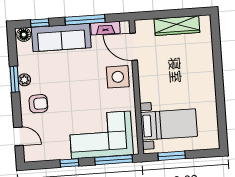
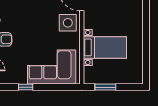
bed with nightstands: (169, 124) -> (105, 47), moved
window: (114, 160) -> (60, 87), removed

